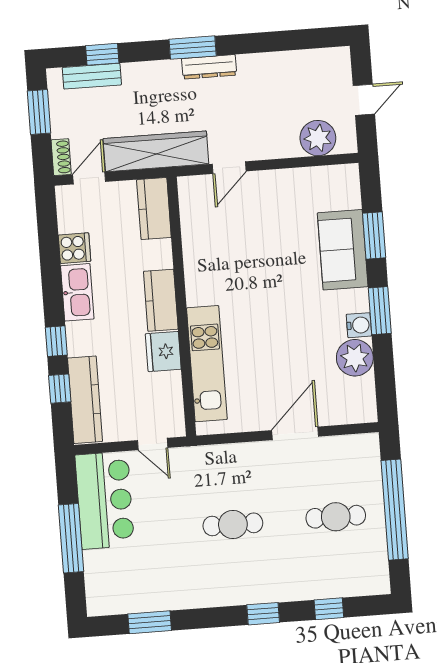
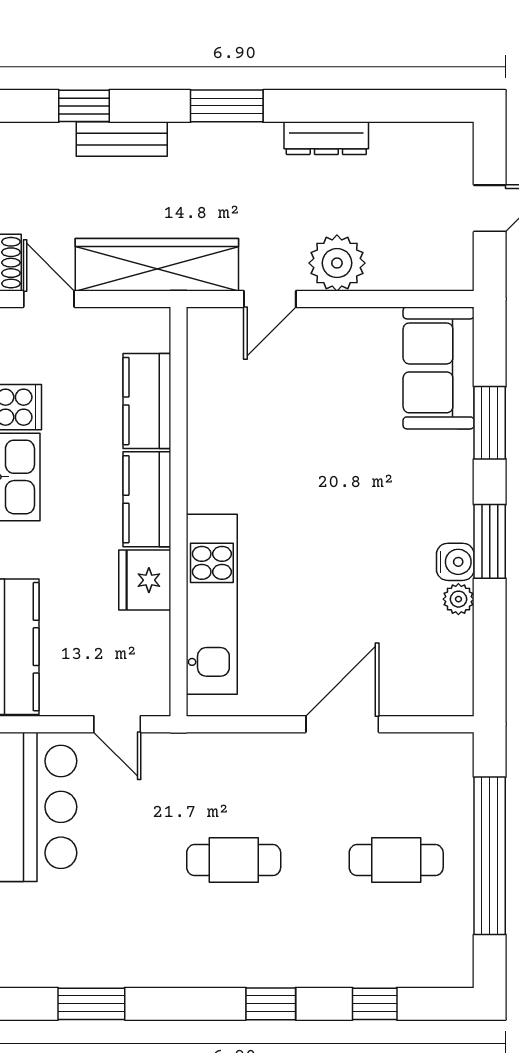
dresser: (209, 67) -> (326, 138), moved
bench: (92, 76) -> (122, 139), moved
plant: (318, 138) -> (337, 263), moved
door: (89, 178) -> (49, 299), hinge flipped
kitchen counter: (154, 209) -> (147, 401), moved
sofa: (343, 250) -> (439, 368), moved
plant: (355, 358) -> (458, 599), width x0.53, depth x0.53

